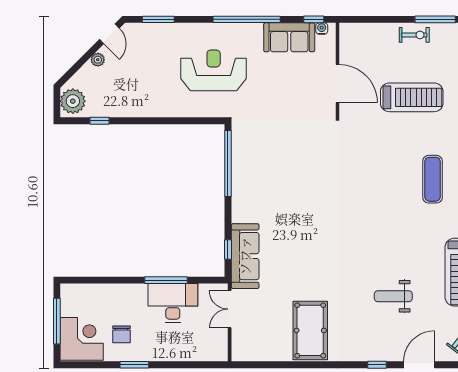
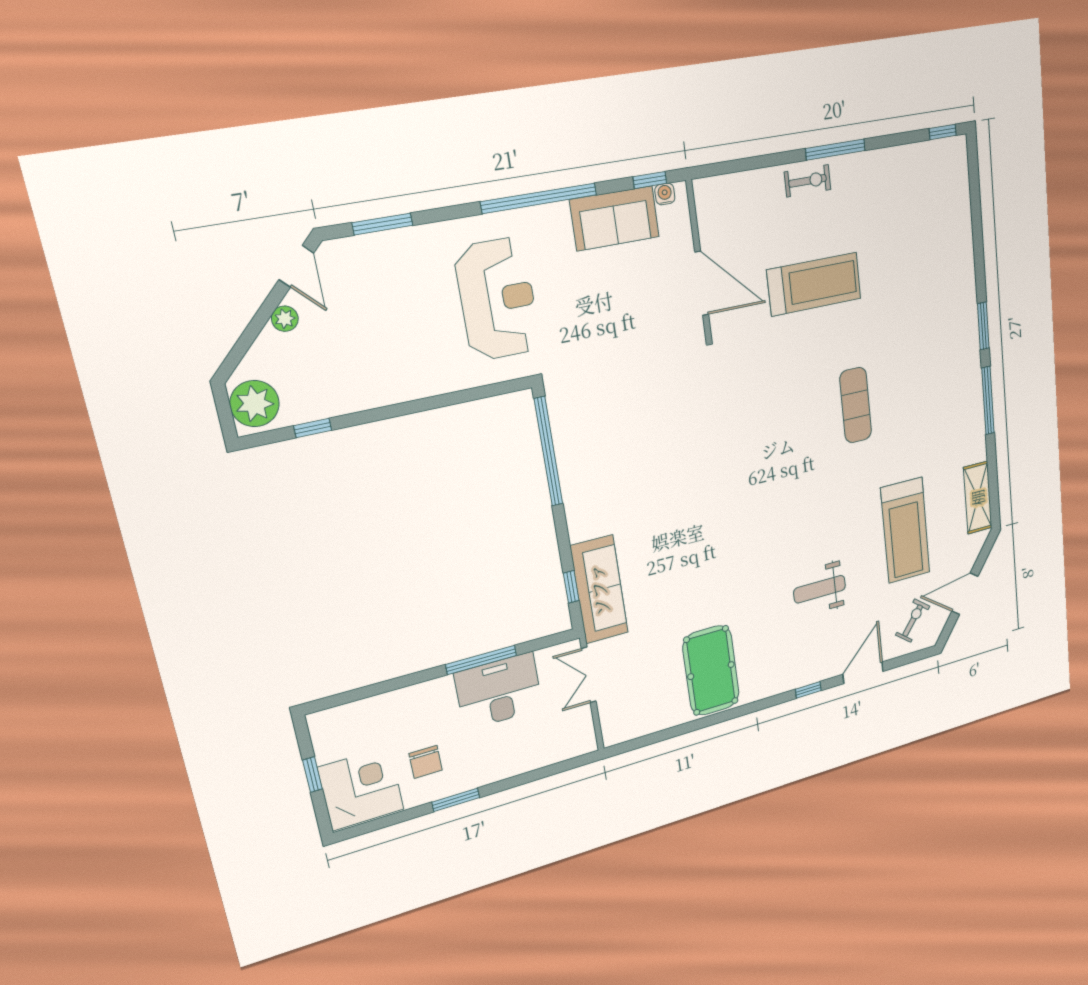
reception desk: (214, 70) -> (498, 299), turned 90
window: (57, 321) -> (312, 775), width x0.46

